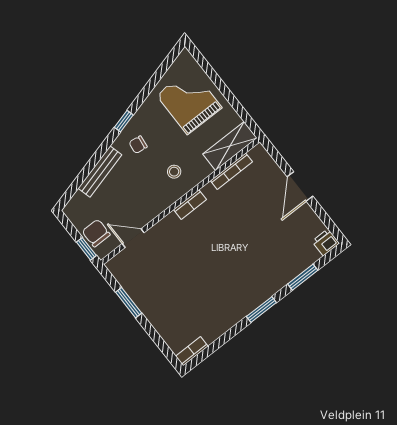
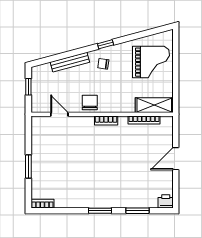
grand piano: (189, 101) -> (151, 62), turned 90
stool: (174, 172) -> (112, 95), removed
chair: (96, 233) -> (90, 102), moved
window: (86, 249) -> (28, 87), moved
window: (129, 303) -> (28, 166), moved

